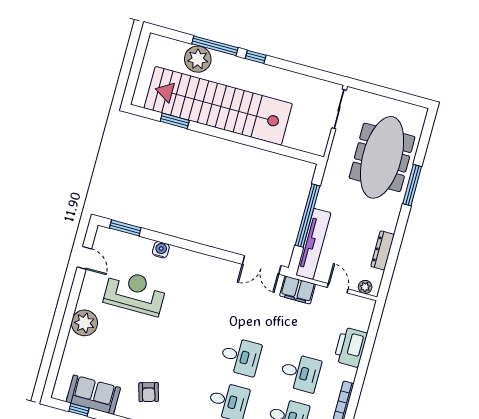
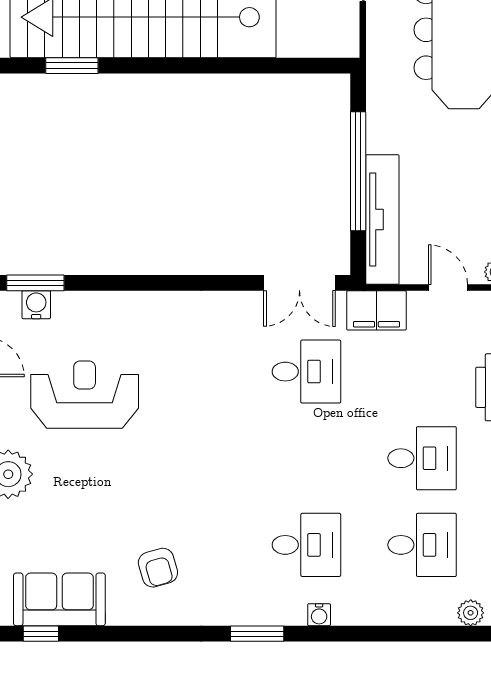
water cooler: (161, 250) -> (36, 305), moved
desk: (241, 356) -> (306, 372), moved

